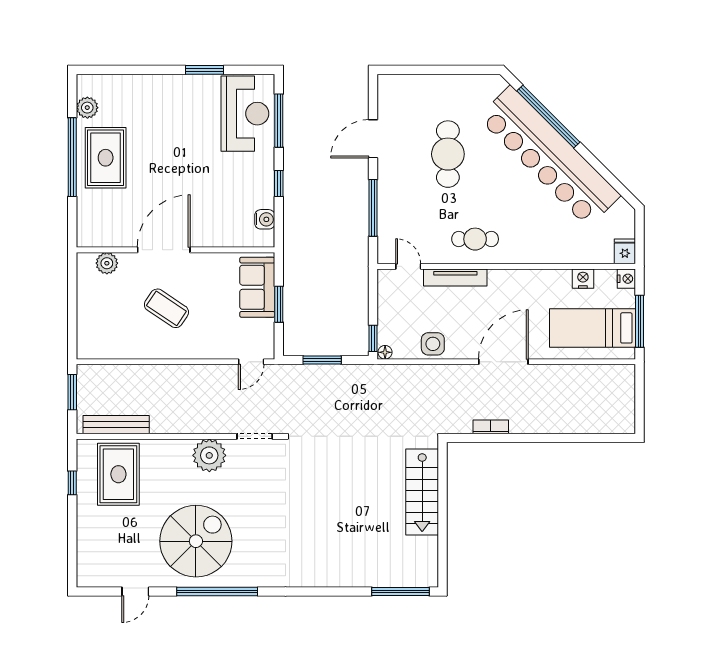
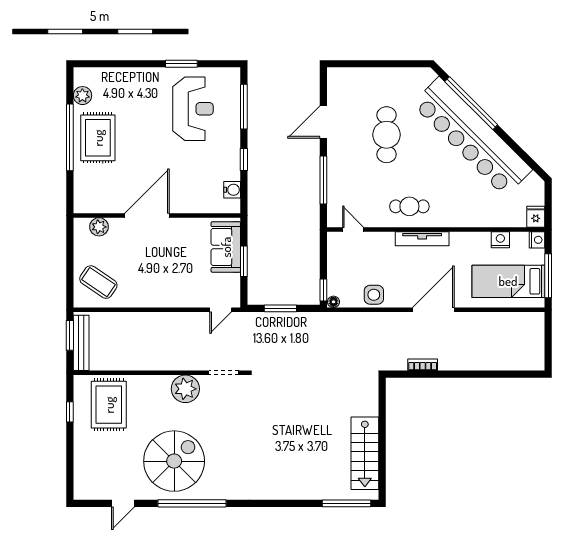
reception desk: (245, 114) -> (193, 109), moved
tv unit: (455, 277) -> (422, 239), moved
coffee table: (166, 308) -> (98, 282), moved
bench: (116, 425) -> (81, 343), moved, turned 90
stairs: (422, 492) -> (365, 453), moved

